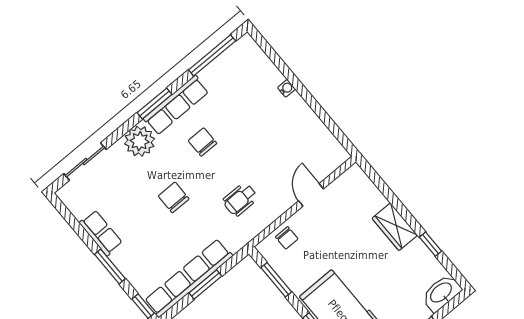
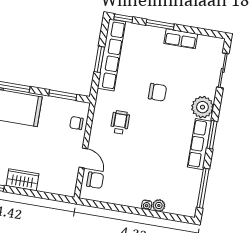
plant: (274, 77) -> (159, 206), added
chair: (203, 142) -> (95, 180), moved

